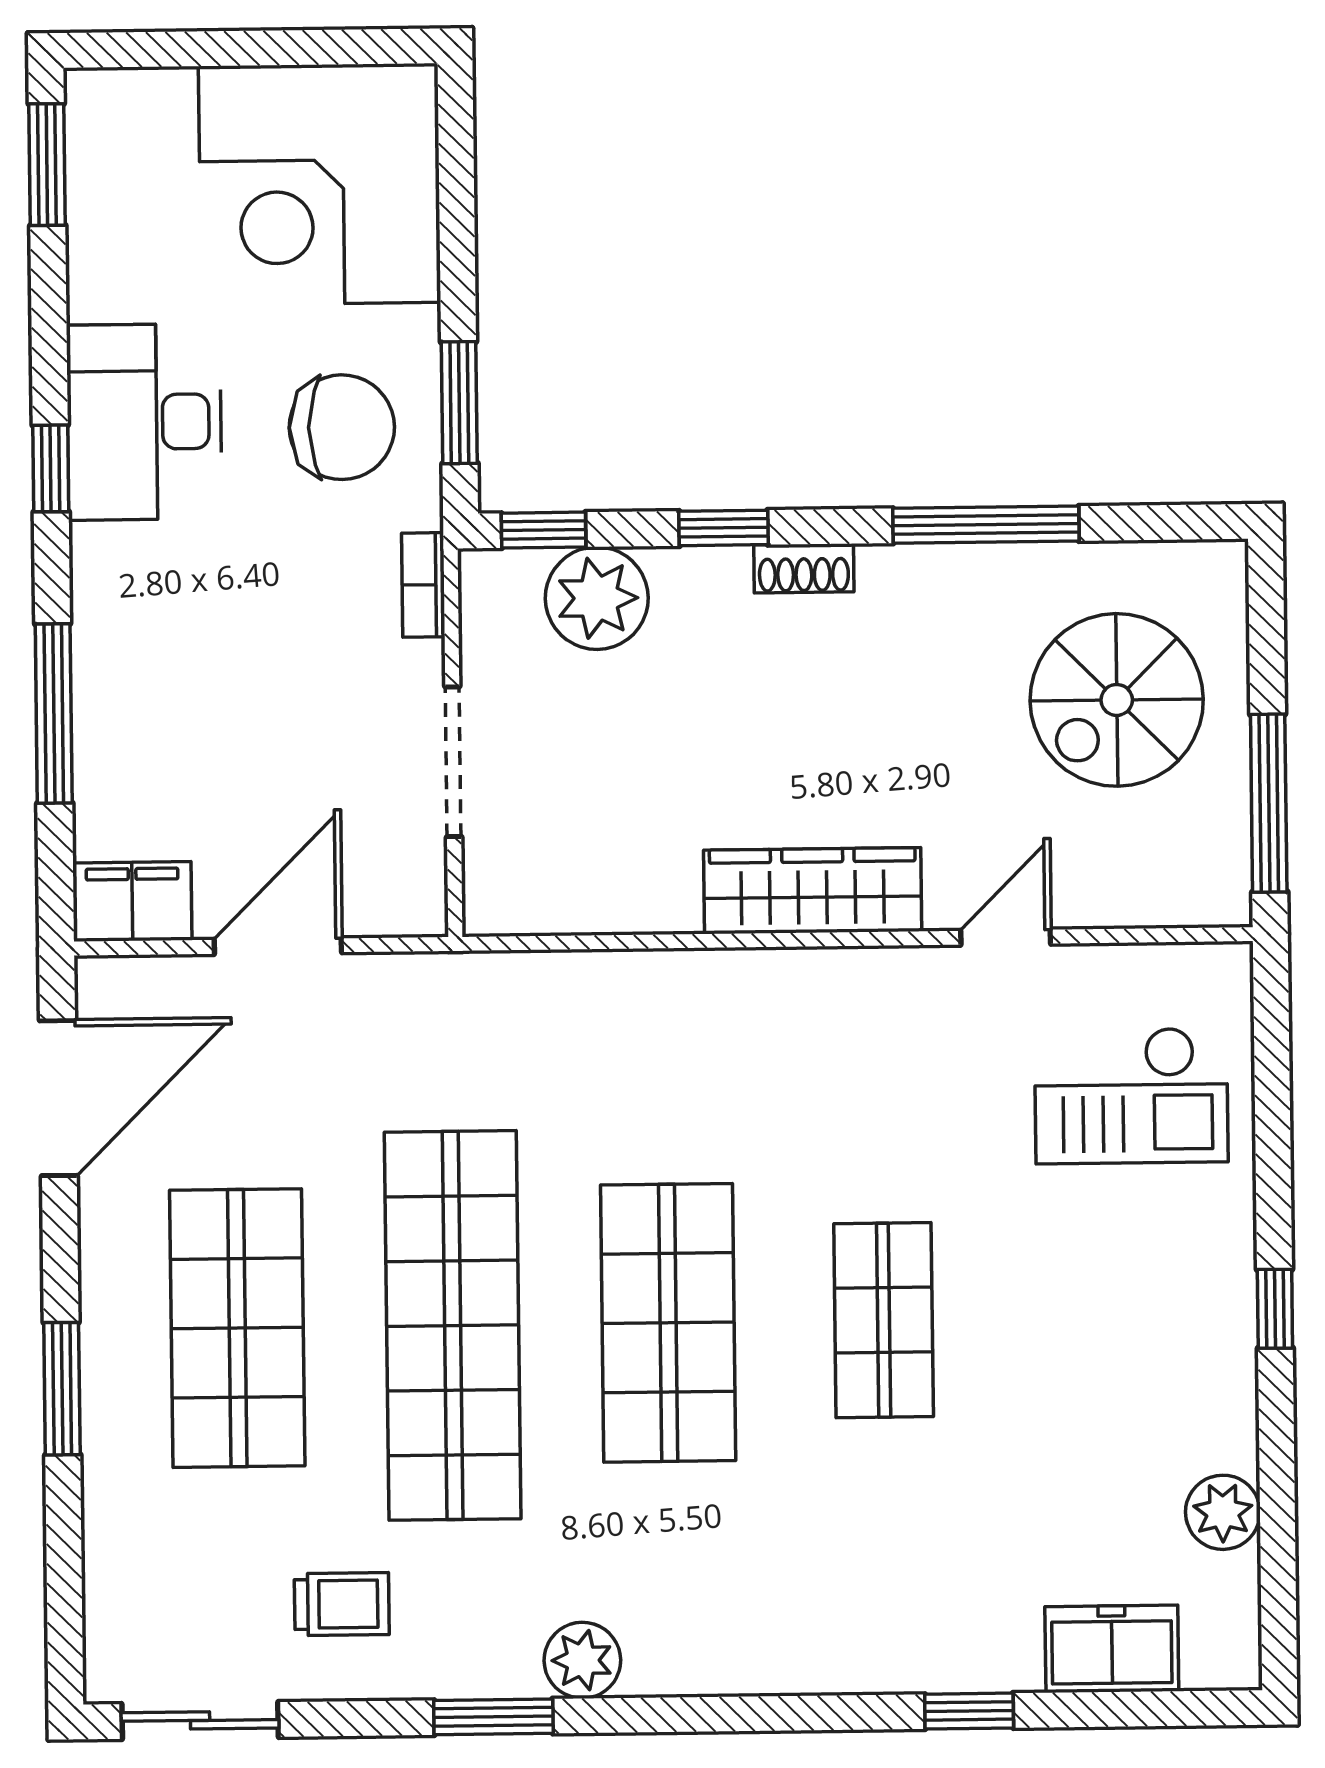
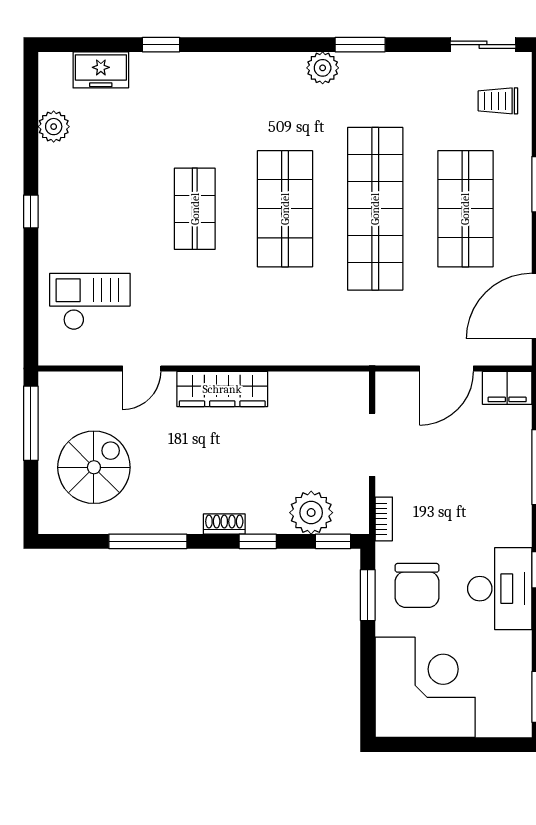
chair: (342, 427) -> (417, 585), turned -90
trolley: (342, 1604) -> (498, 101), moved

